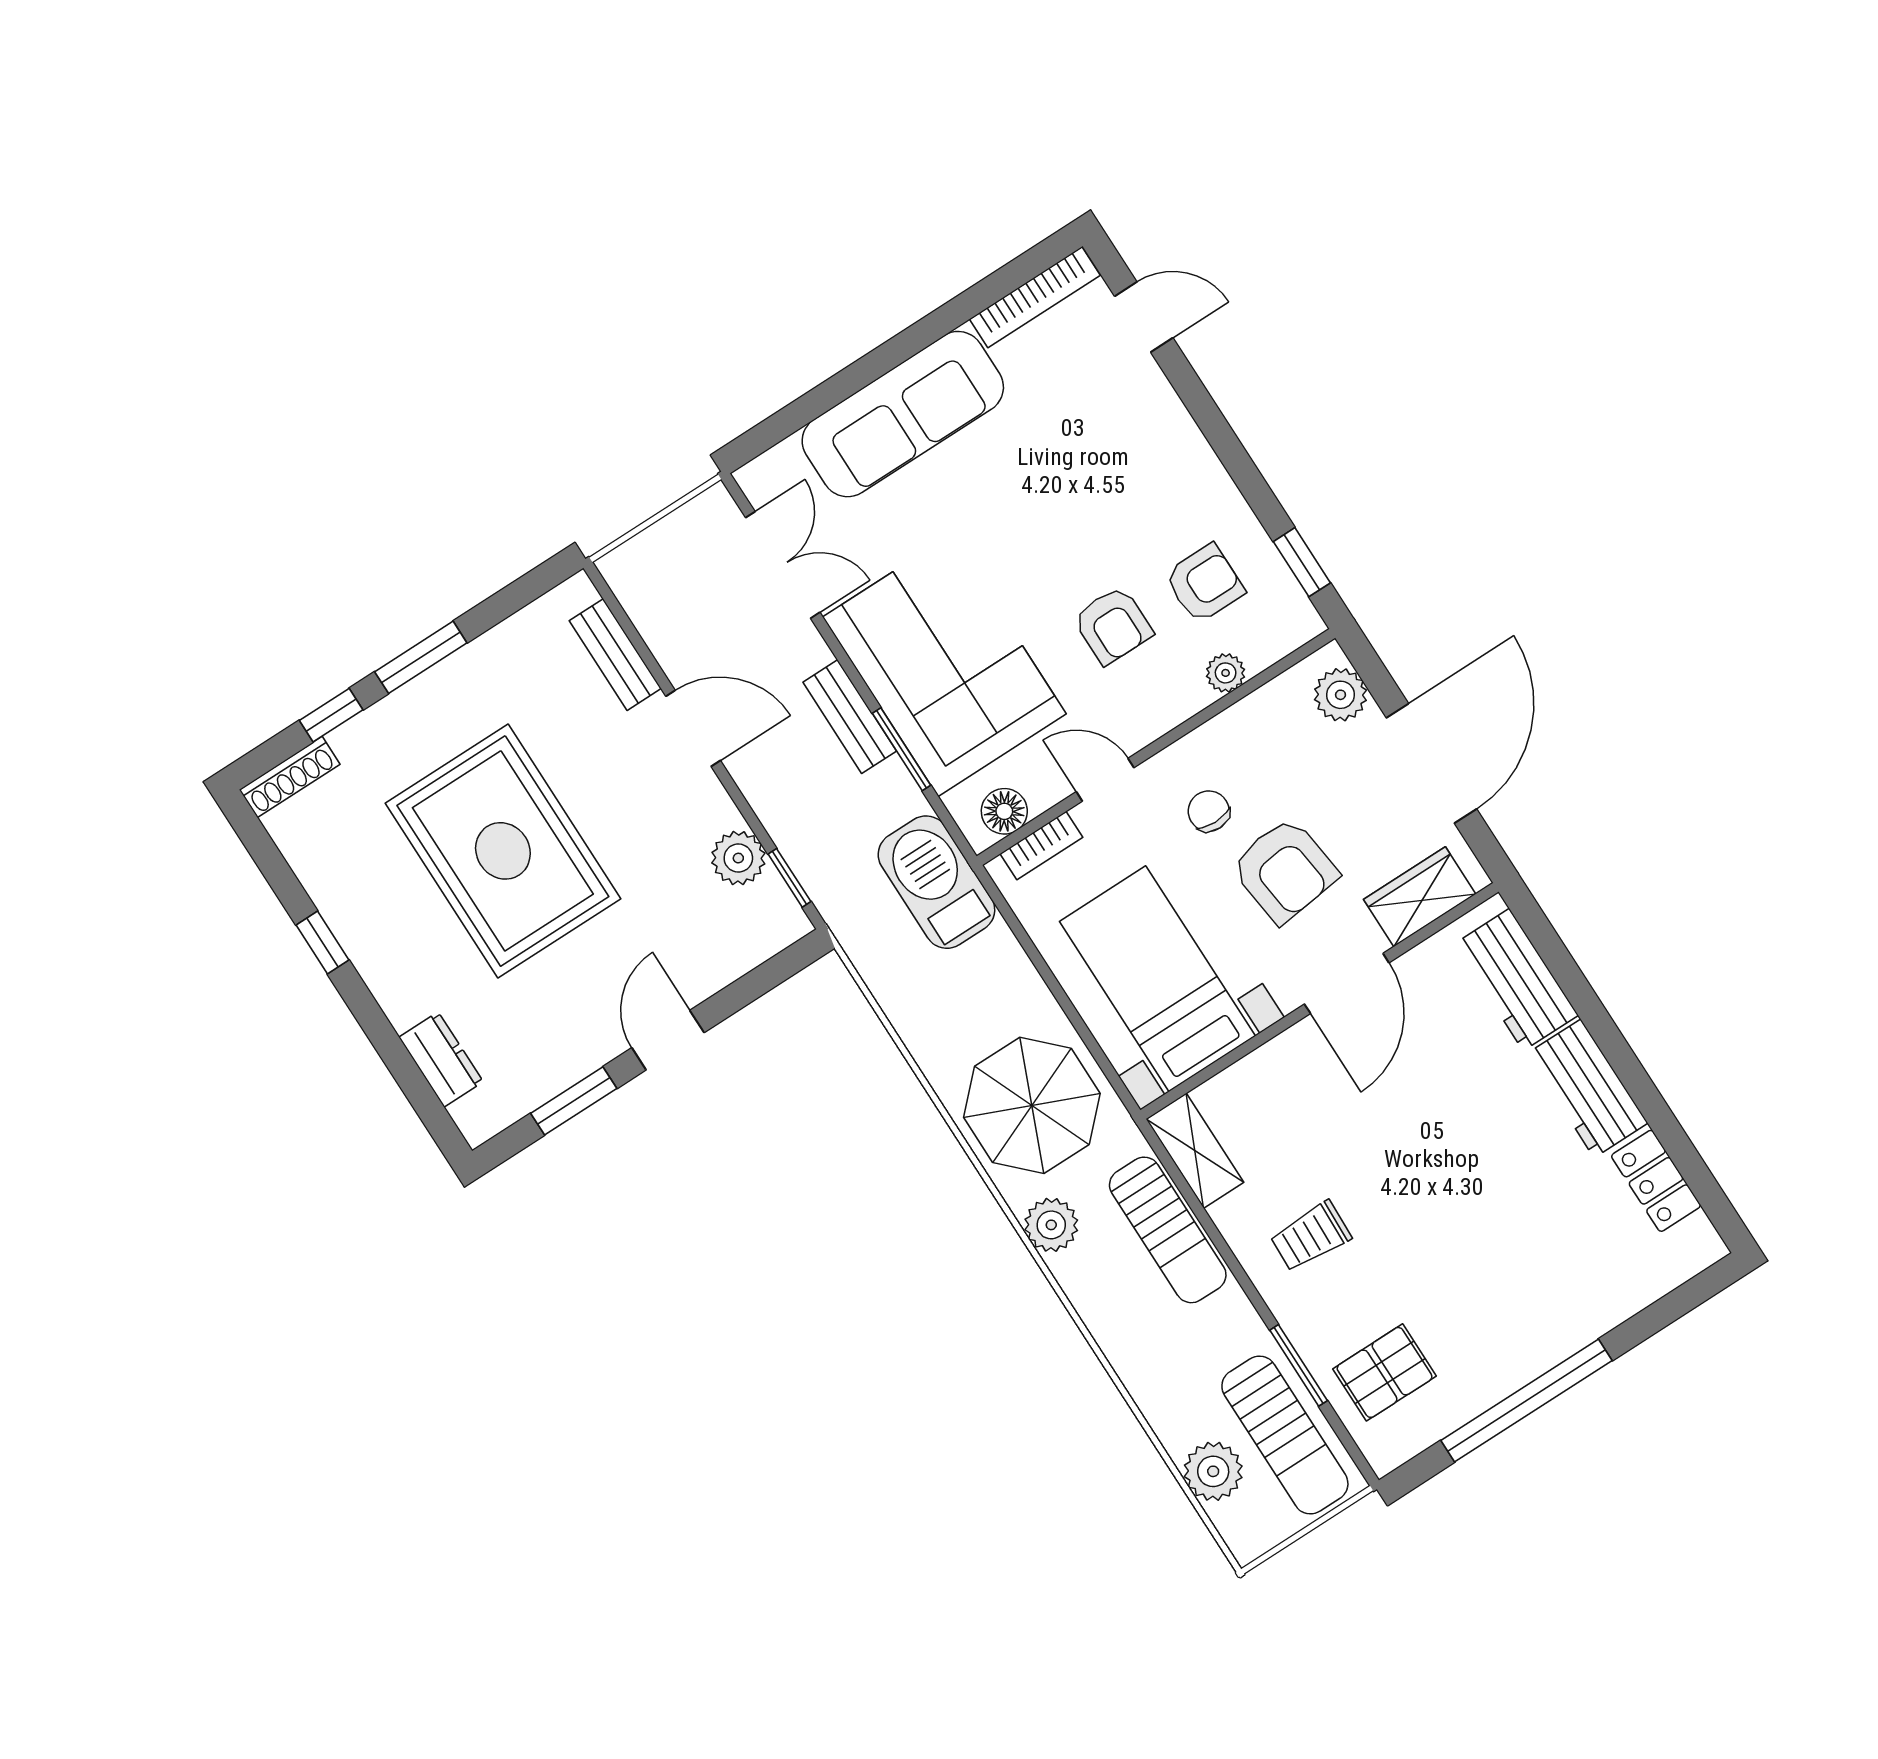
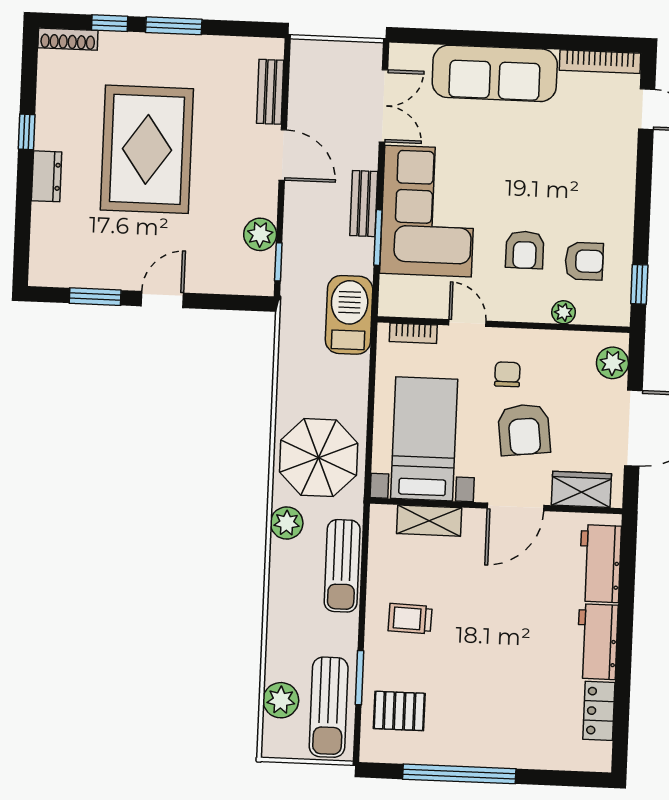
floor lamp: (1004, 811) -> (407, 304), removed
dresser: (441, 1059) -> (47, 176), moved
shelving: (1195, 1151) -> (429, 521), moved, turned 90

